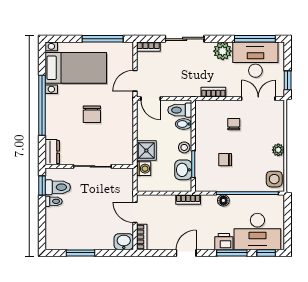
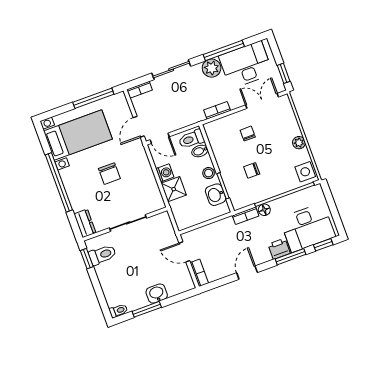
window: (255, 39) -> (224, 50), moved
washing machine: (144, 169) -> (165, 173), moved
bookcase: (188, 200) -> (246, 216), moved
toilet: (54, 201) -> (118, 311), moved
washbasin: (124, 242) -> (157, 294), moved

